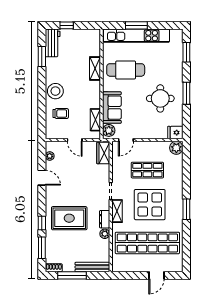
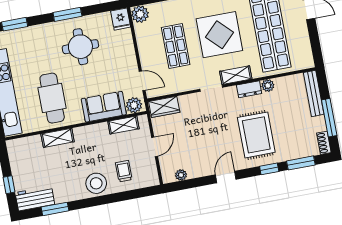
door: (42, 178) -> (226, 177), moved

